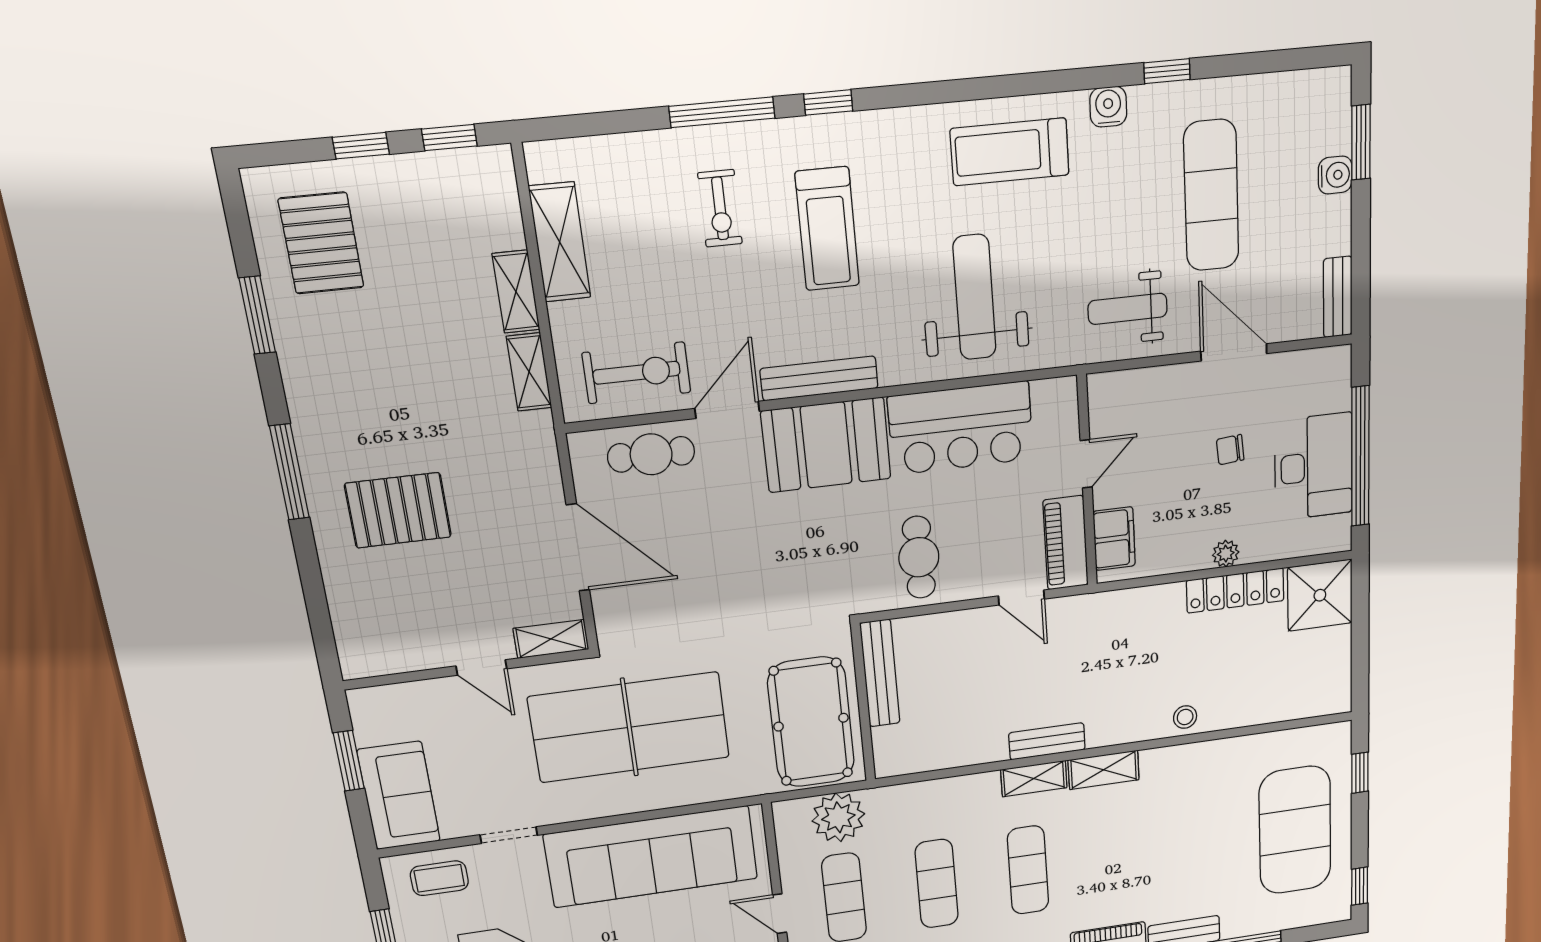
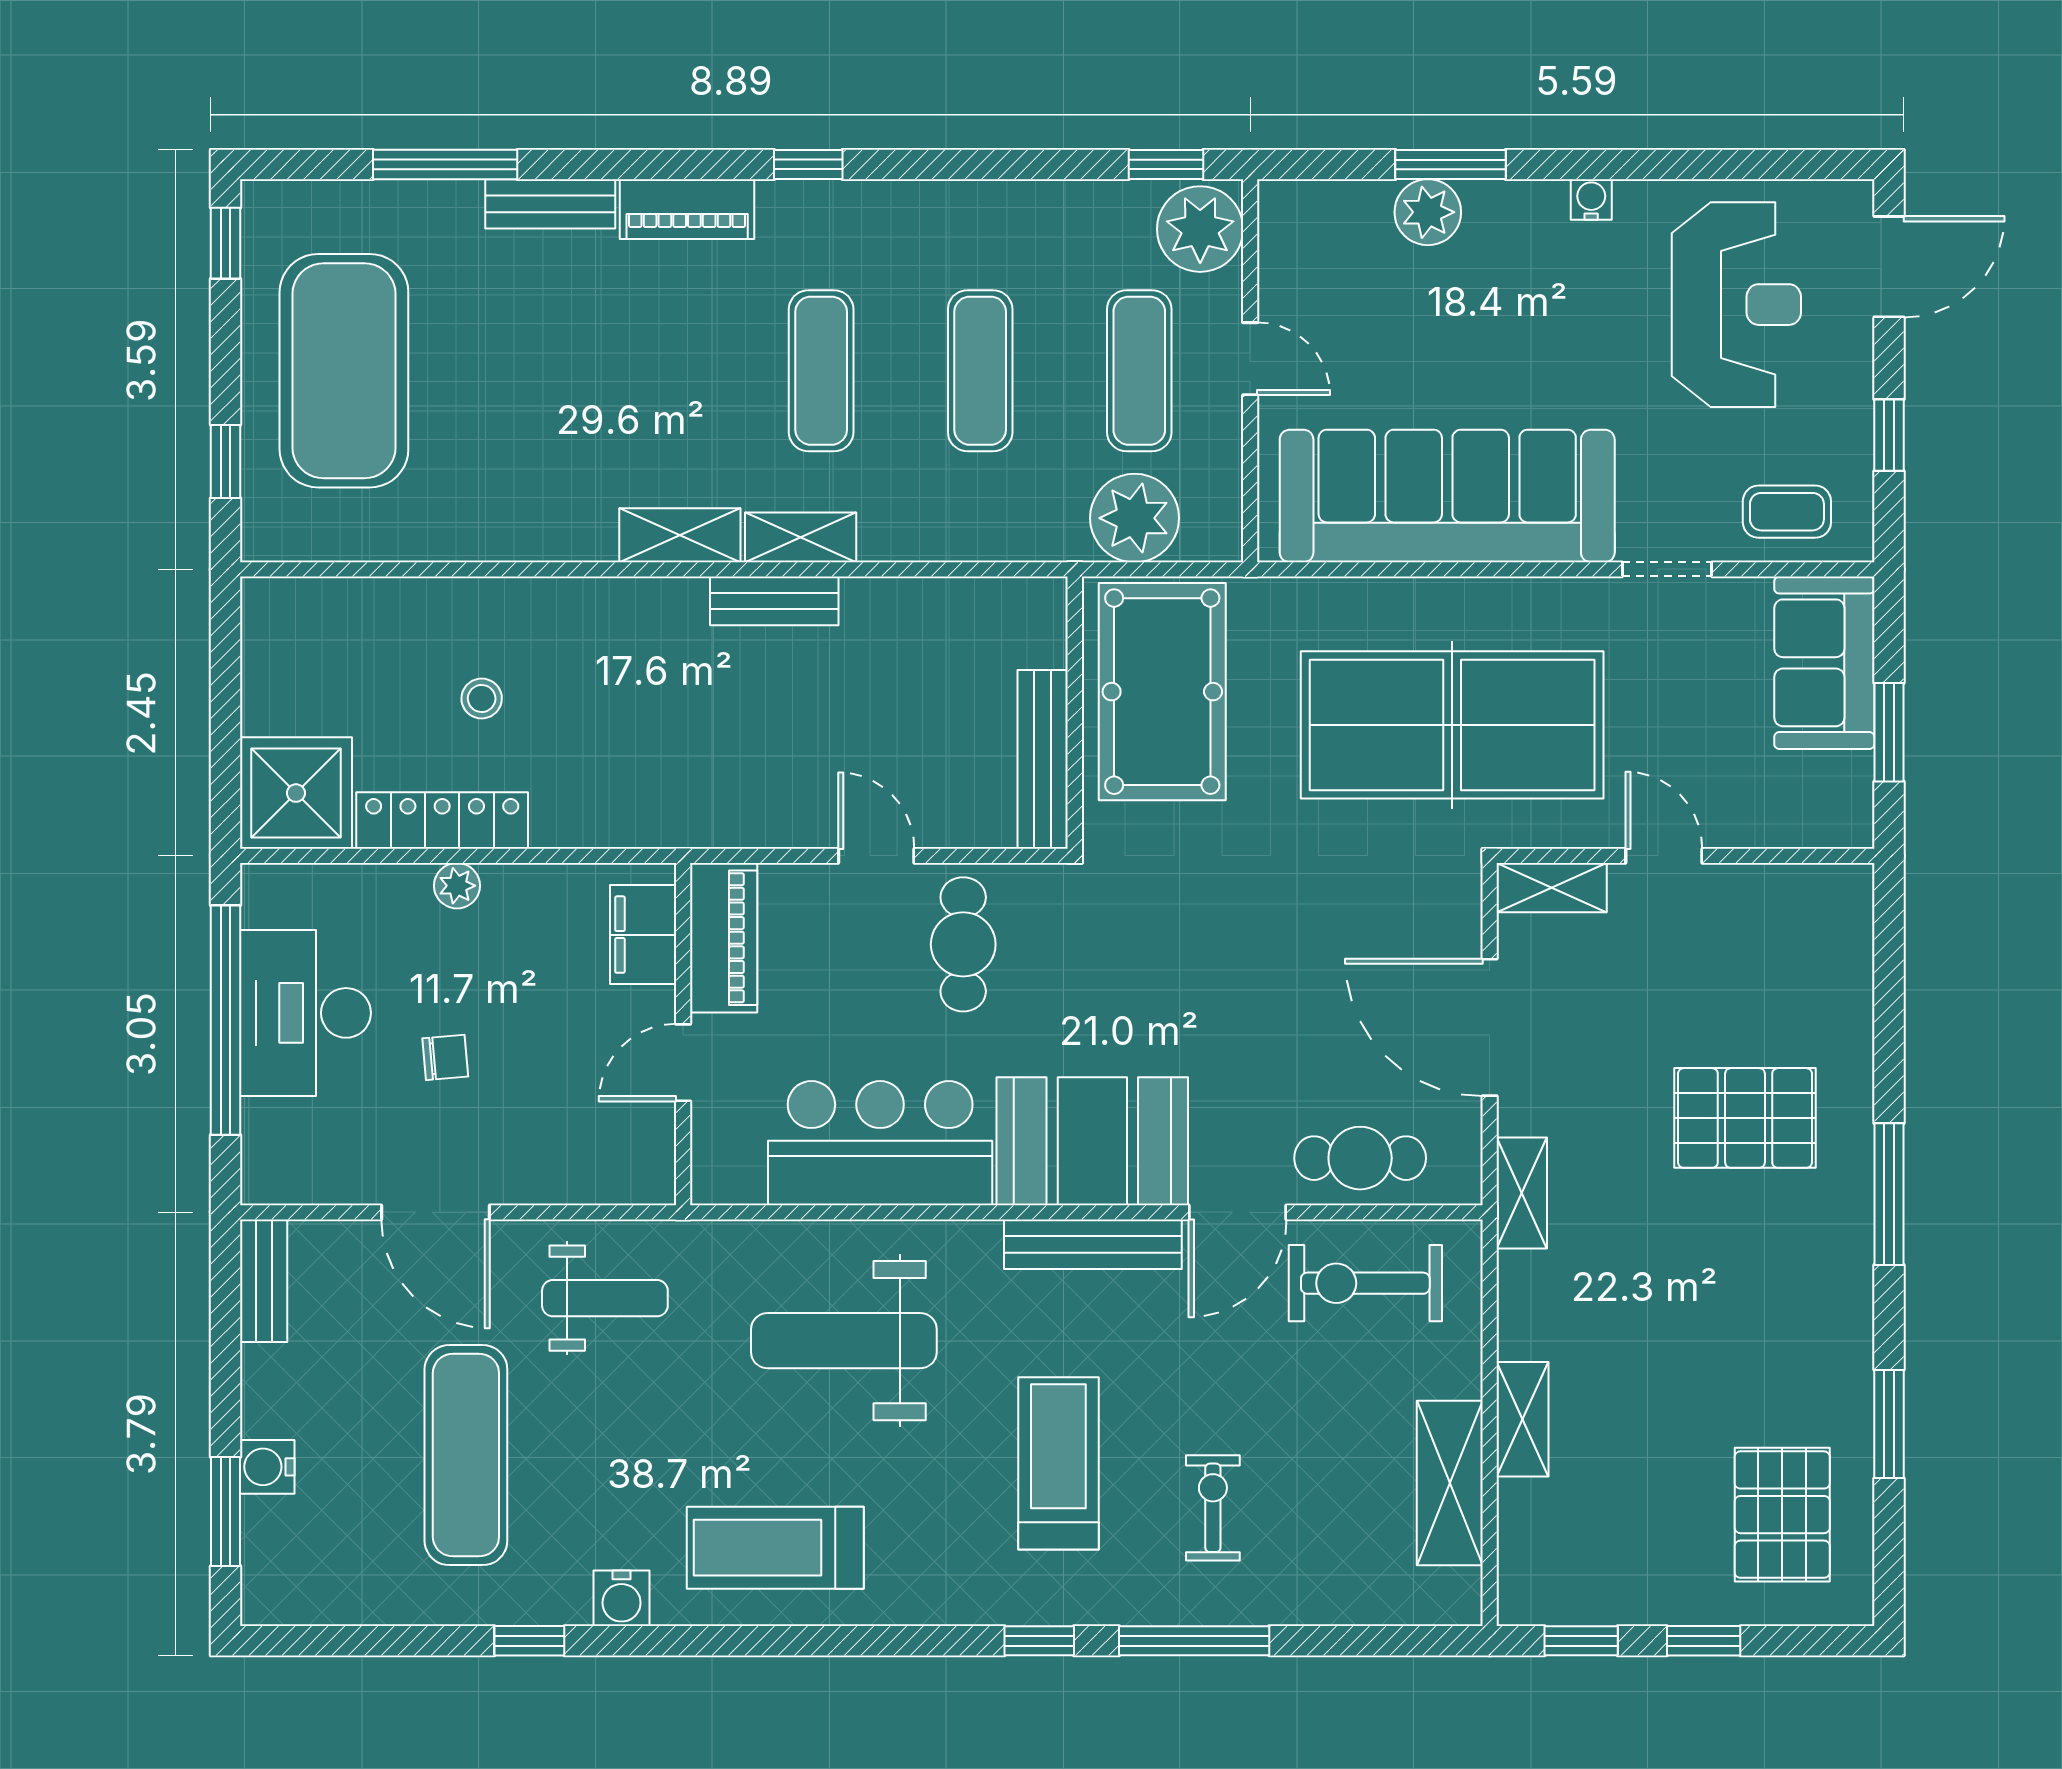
treadmill: (1010, 152) -> (775, 1548), turned 180
weight bench: (975, 297) -> (844, 1341), turned 90
shelving: (529, 372) -> (1522, 1193), moved
door: (1021, 598) -> (876, 856), moved
stool: (1185, 717) -> (482, 699), moved

